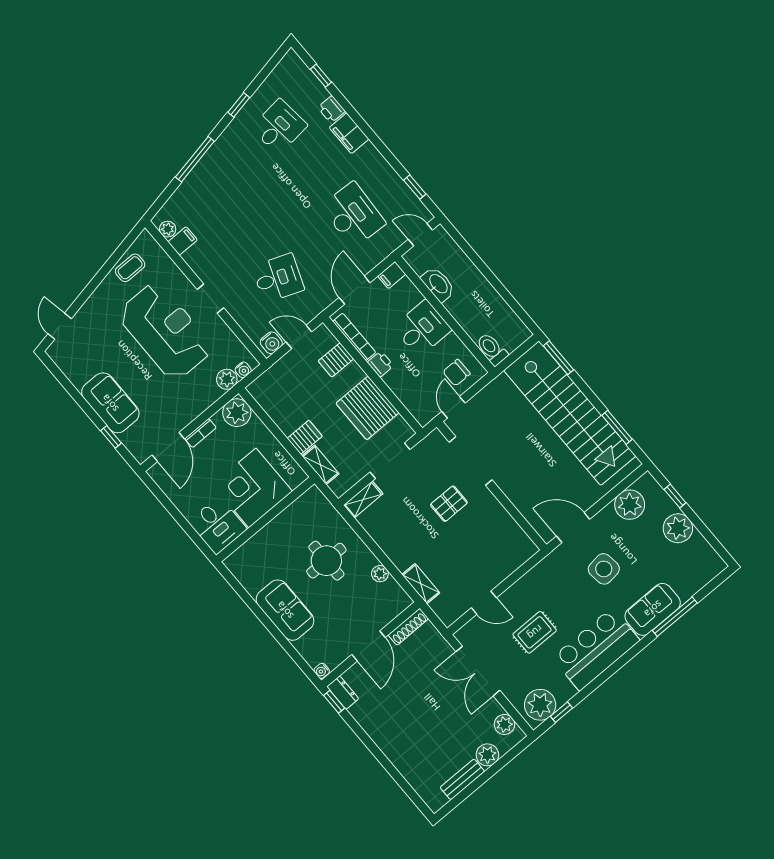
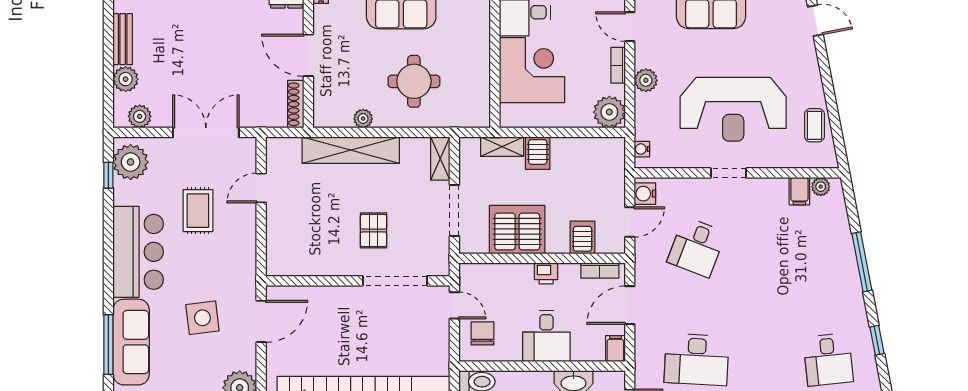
door: (355, 290) -> (630, 305), swing flipped
bookcase: (354, 337) -> (600, 270), width x0.64
plant: (227, 379) -> (646, 80), moved
door: (168, 447) -> (630, 27), width x0.73
shelving: (421, 584) -> (351, 150), width x2.20, depth x1.33
sofa: (653, 609) -> (131, 342), width x1.36

